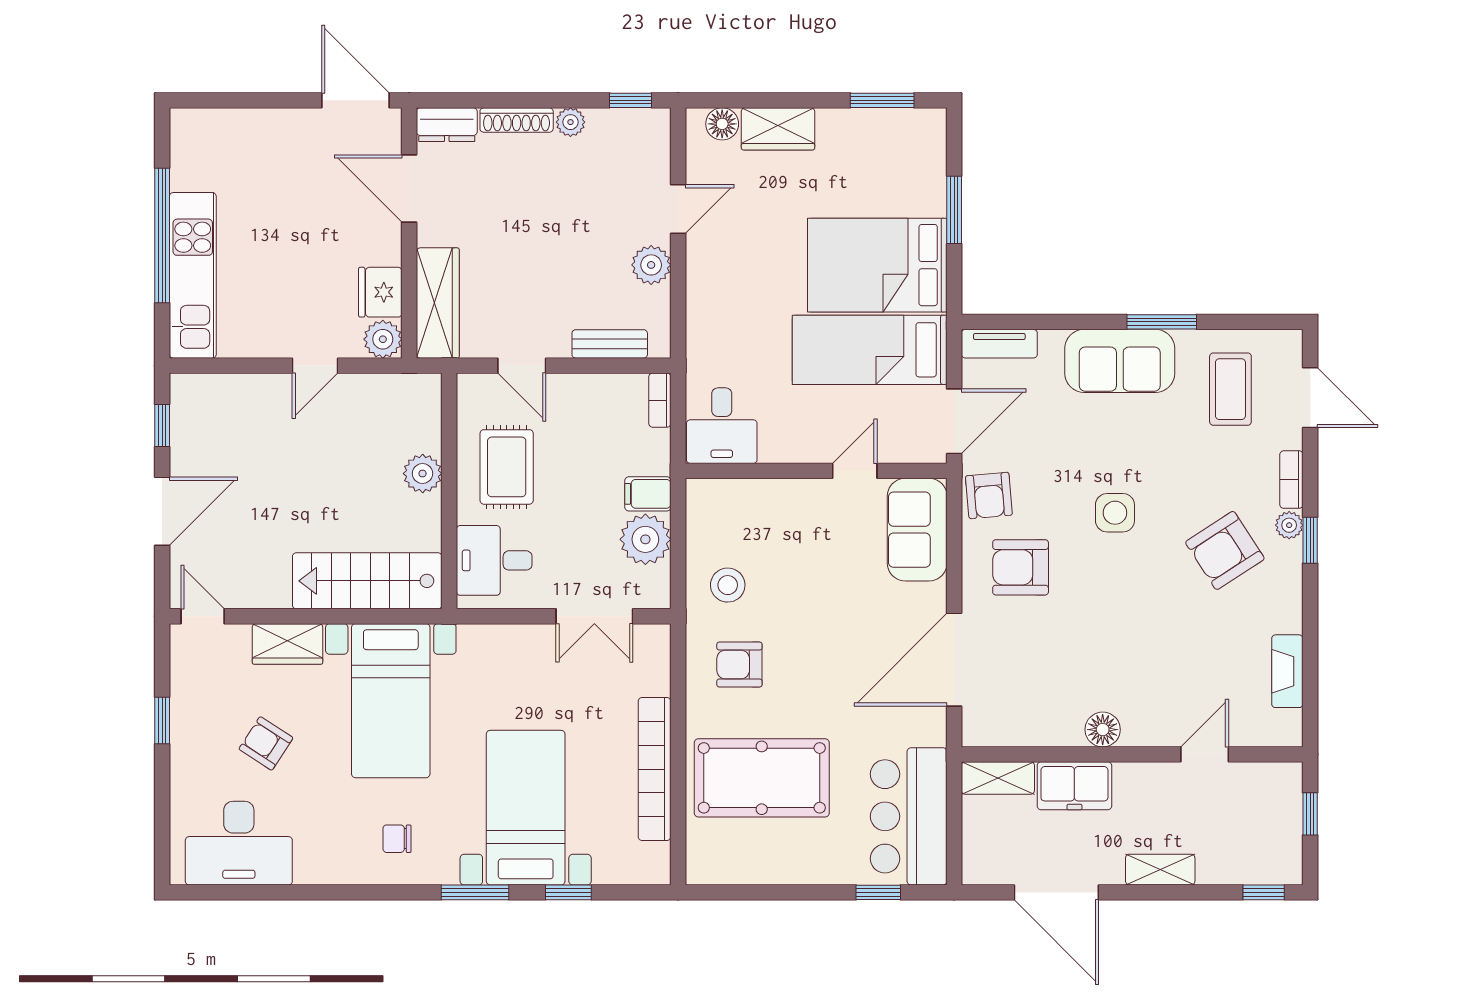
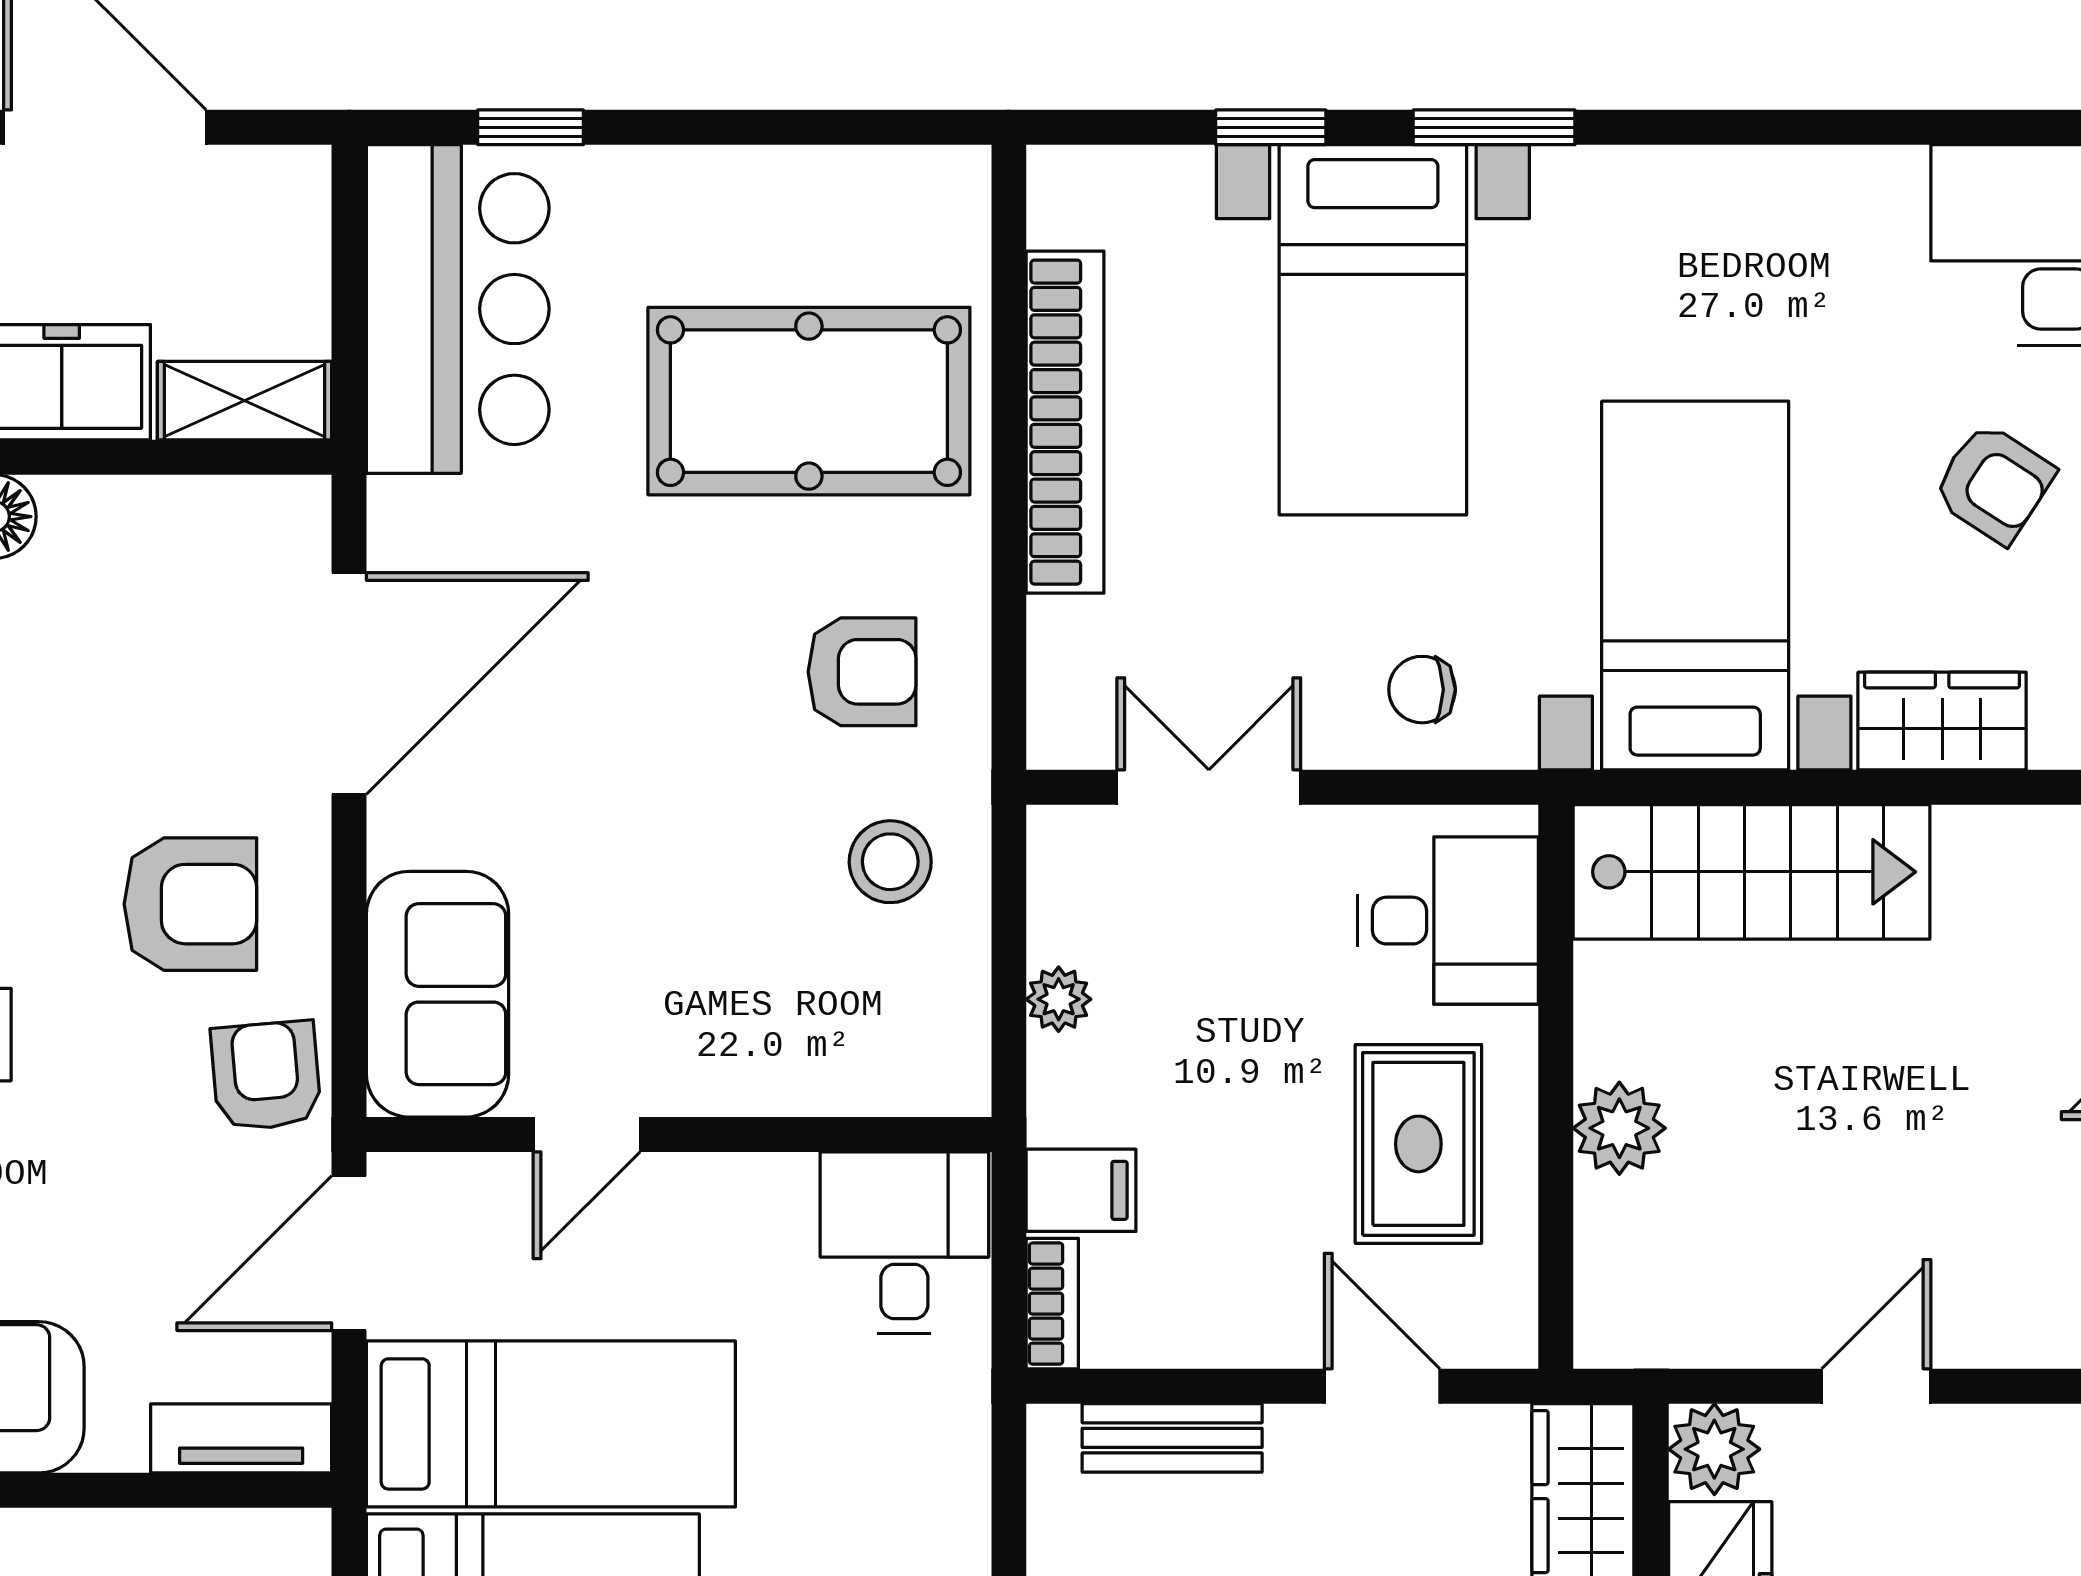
filing cabinet: (648, 494) -> (1081, 1190), moved
plant: (645, 539) -> (1059, 999), width x0.53, depth x0.53
chair: (397, 839) -> (1422, 690), moved, turned 180

